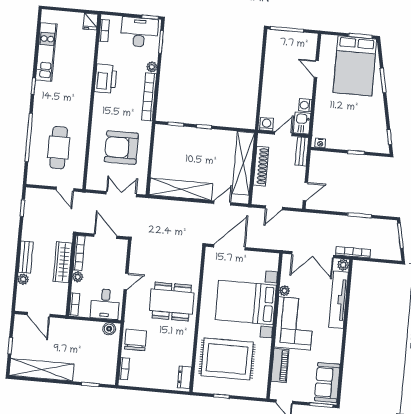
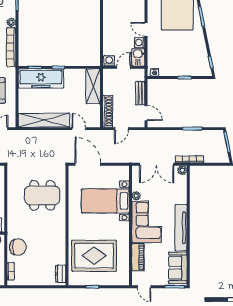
door: (316, 69) -> (146, 29), moved
freezer: (182, 138) -> (41, 78), added
bench: (302, 151) -> (140, 93), moved
shelving: (243, 163) -> (93, 86), width x0.68
shoe rack: (261, 166) -> (108, 111), moved
door: (305, 192) -> (146, 113), hinge flipped
door: (222, 203) -> (79, 129), hinge flipped
door: (229, 247) -> (88, 164), hinge flipped
door: (126, 281) -> (6, 200), removed
tv unit: (339, 300) -> (181, 228), moved
dining table: (172, 302) -> (42, 195), moved
bed with nightstands: (246, 302) -> (105, 201), width x0.73
chair: (135, 340) -> (18, 247), turned 90

